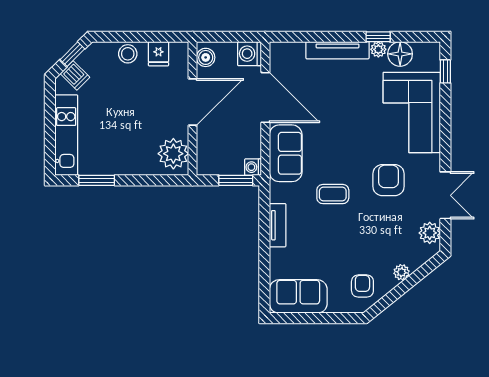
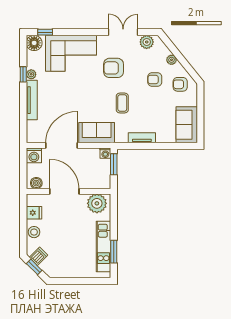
floor lamp: (400, 54) -> (34, 43), moved
dishwasher: (75, 75) -> (39, 256), moved
kitchen unit: (66, 135) -> (103, 246), moved, turned -90
armchair: (370, 246) -> (155, 80), added

